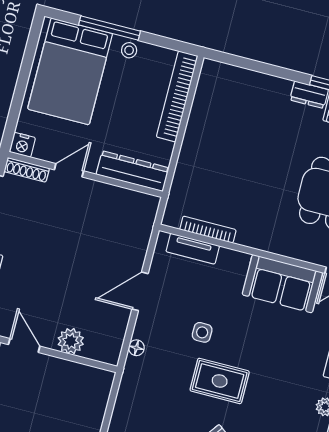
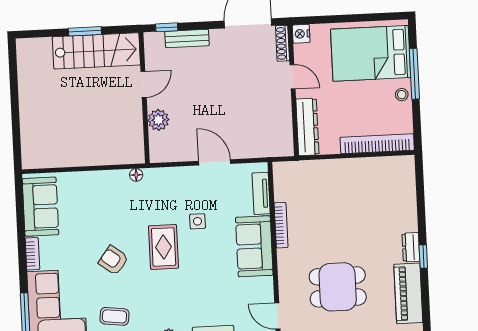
bookcase: (208, 230) -> (281, 225), moved
sofa: (282, 284) -> (254, 246), moved
floor lamp: (136, 348) -> (136, 175), moved

